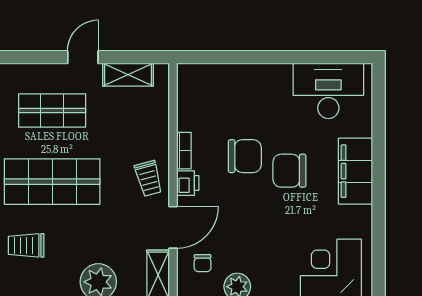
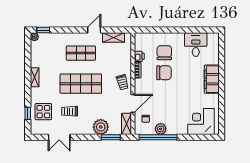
desk: (328, 91) -> (196, 45), width x0.73
chair: (289, 171) -> (164, 53), moved, turned 90
printer: (188, 183) -> (139, 56), moved

